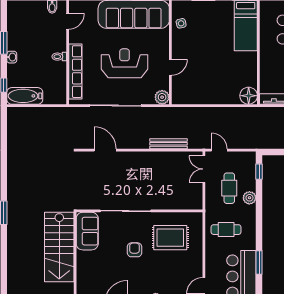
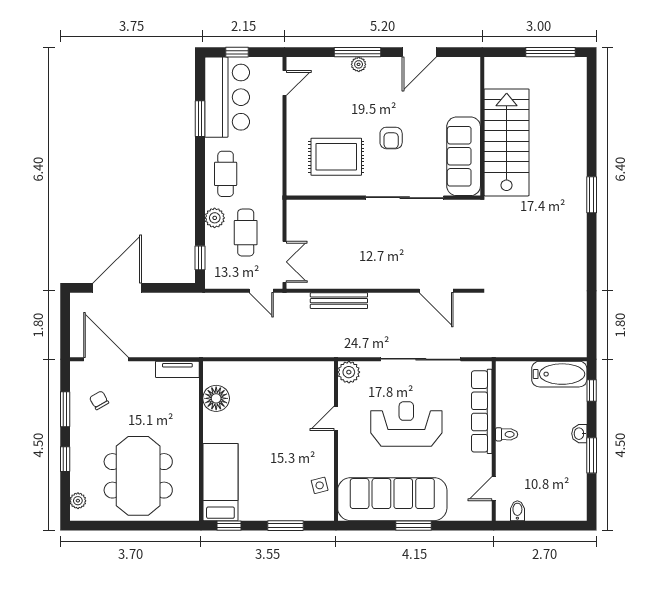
reception desk: (125, 63) -> (406, 424), turned 180
floor lamp: (249, 96) -> (216, 398), moved
cafe table: (226, 230) -> (226, 174), moved, turned 90
sofa: (87, 231) -> (464, 156), width x1.36

